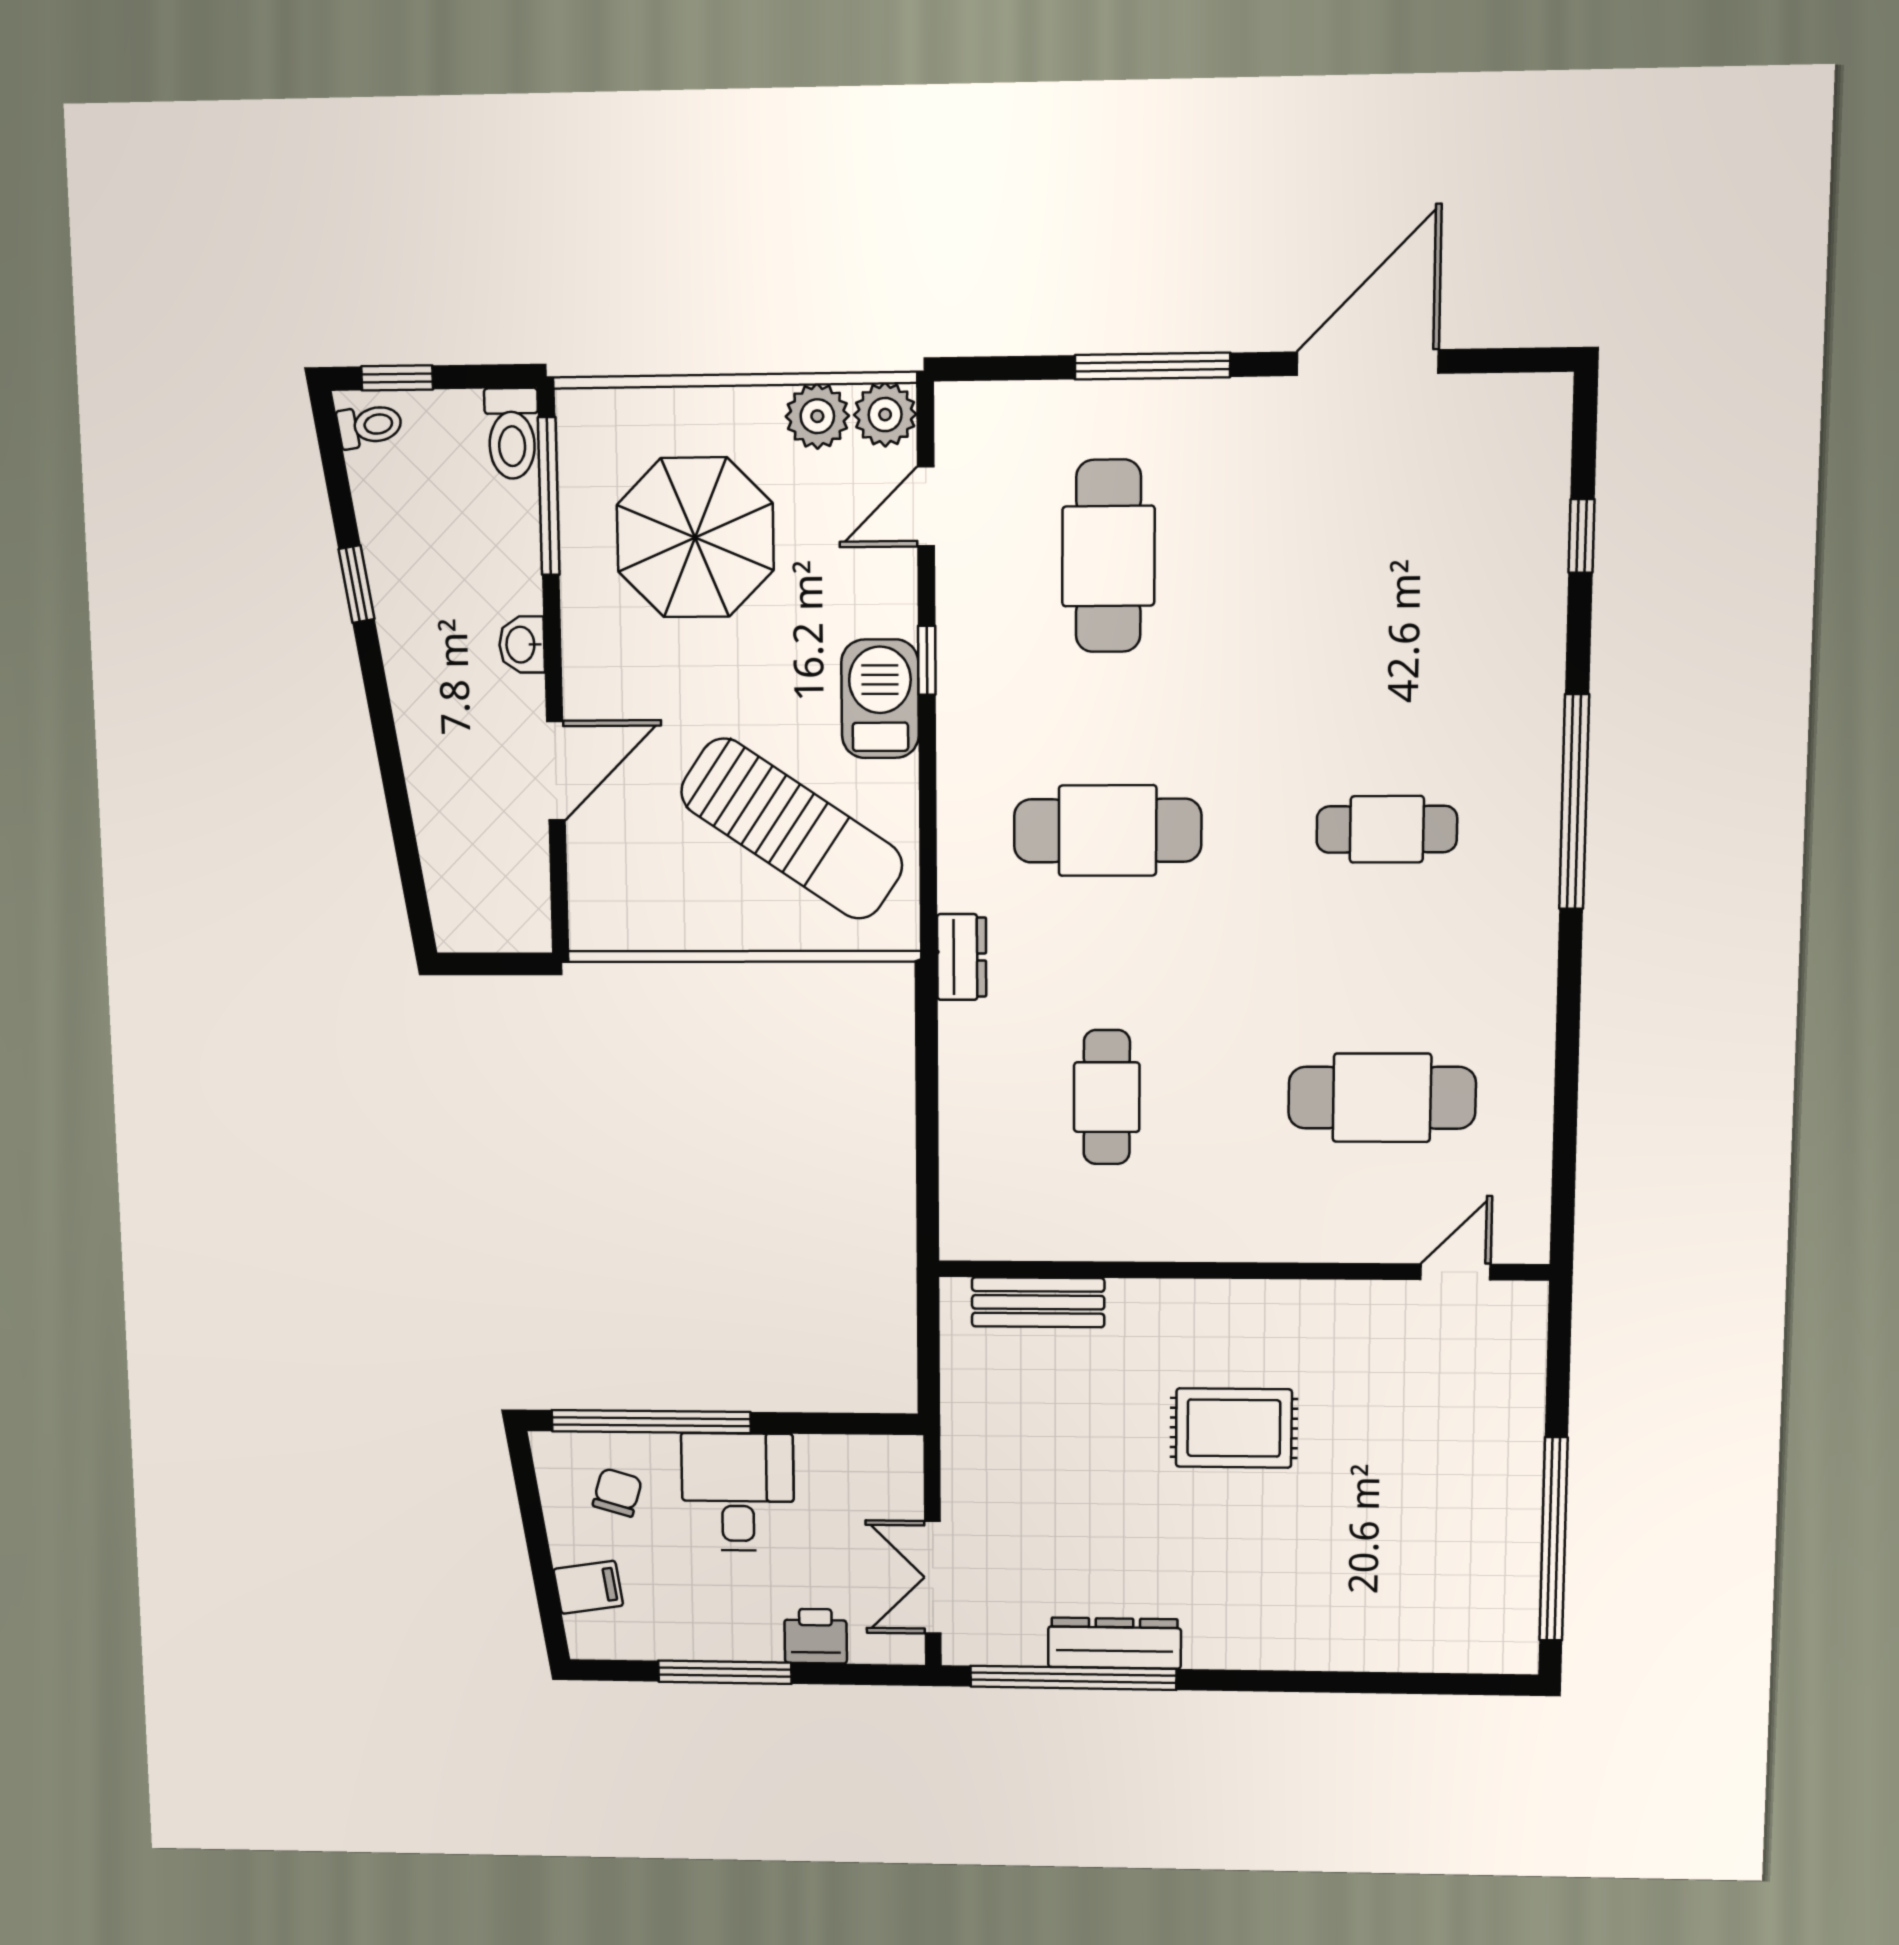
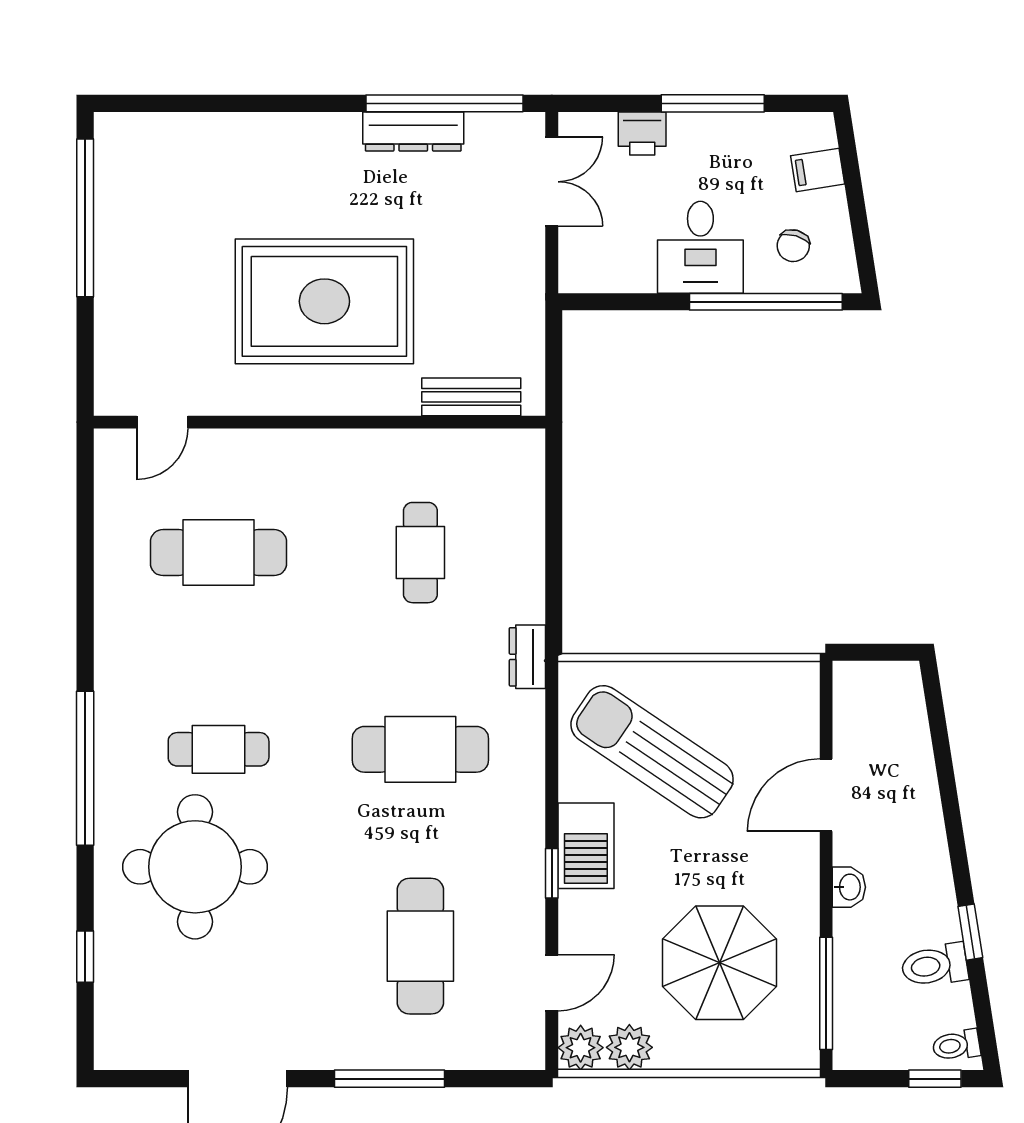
toilet: (512, 433) -> (935, 965), moved, turned -99
round table: (1423, 665) -> (195, 867), added
rug: (1234, 1428) -> (324, 301), width x1.86, depth x2.06

